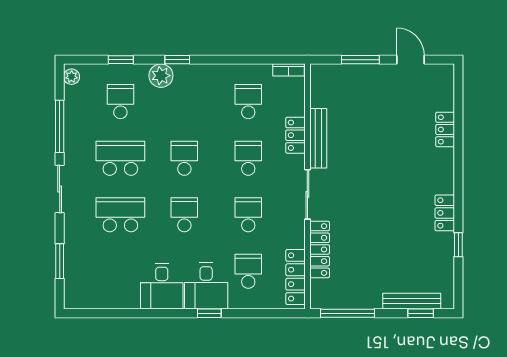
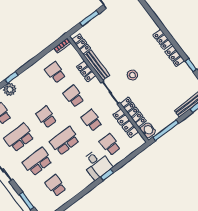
locker: (319, 89) -> (81, 44), added
locker: (445, 129) -> (162, 39), moved
stool: (360, 193) -> (132, 75), added
school desk: (184, 215) -> (65, 141), width x1.85
school desk: (120, 271) -> (56, 186), added
locker: (295, 277) -> (126, 123), moved
desk: (162, 286) -> (78, 179), removed
washbasin: (321, 293) -> (148, 130), added

